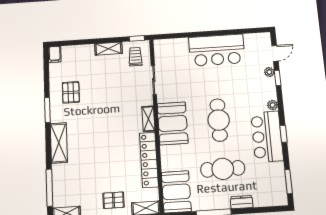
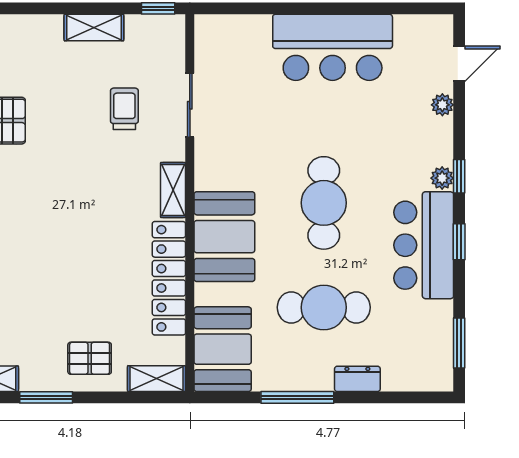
trolley: (135, 57) -> (124, 109), moved
window: (278, 78) -> (459, 176), moved
booth: (173, 123) -> (224, 237), moved

